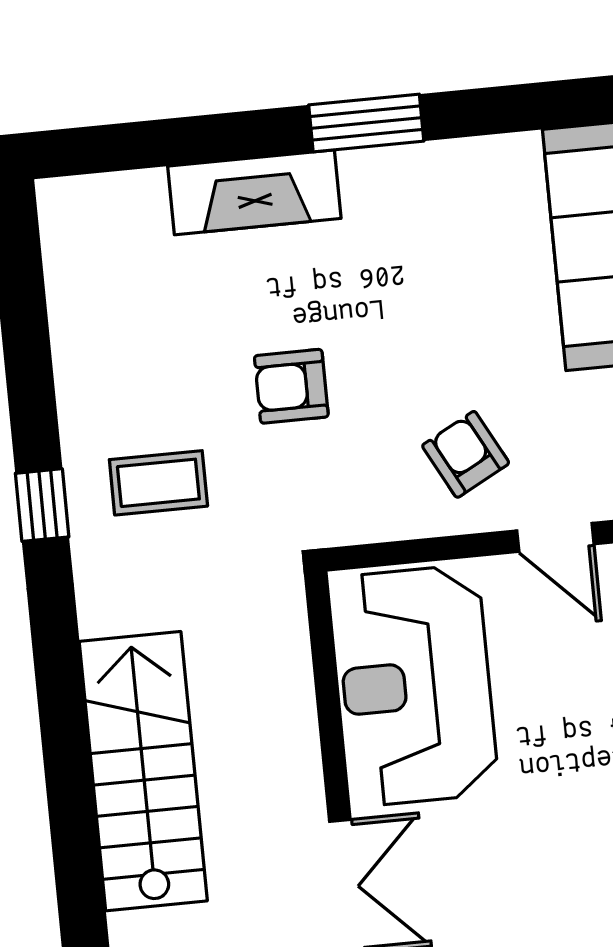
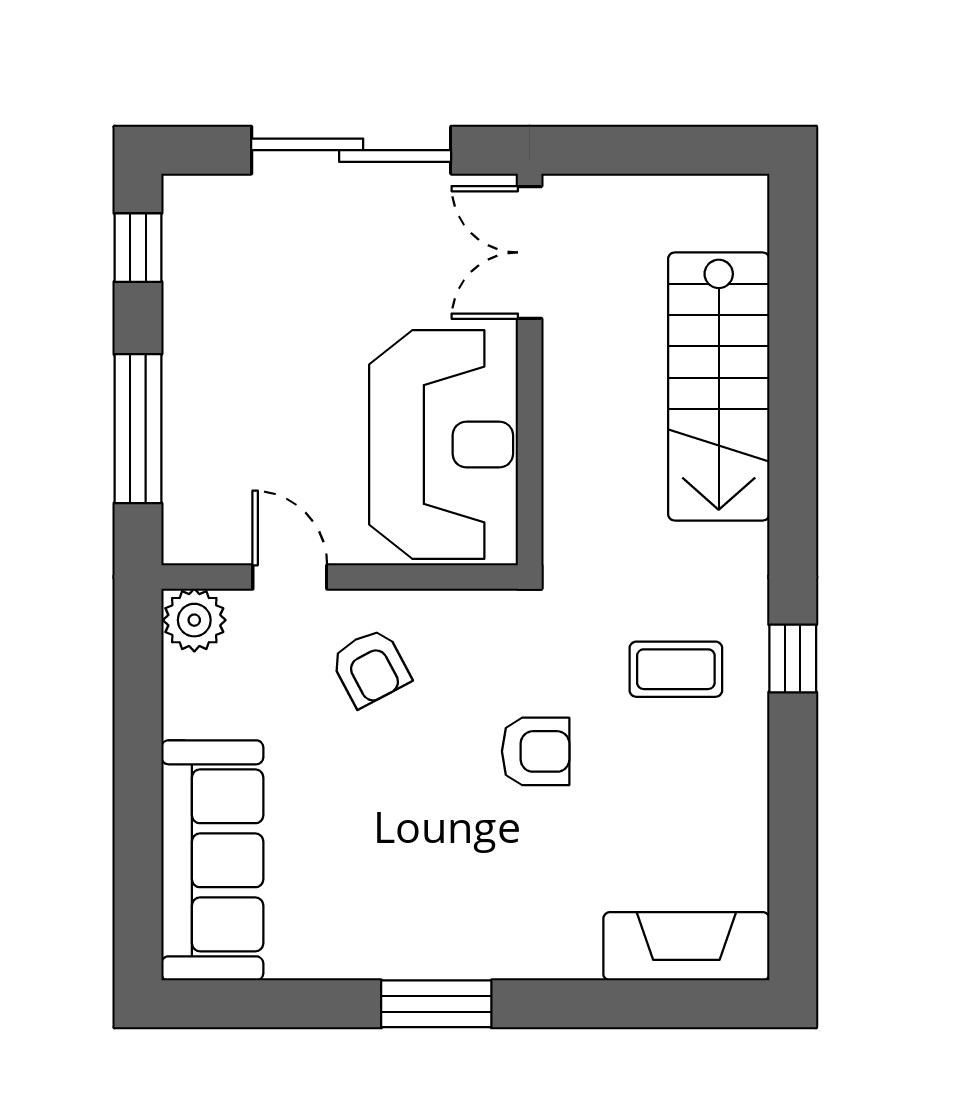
fireplace: (254, 192) -> (686, 946), moved

